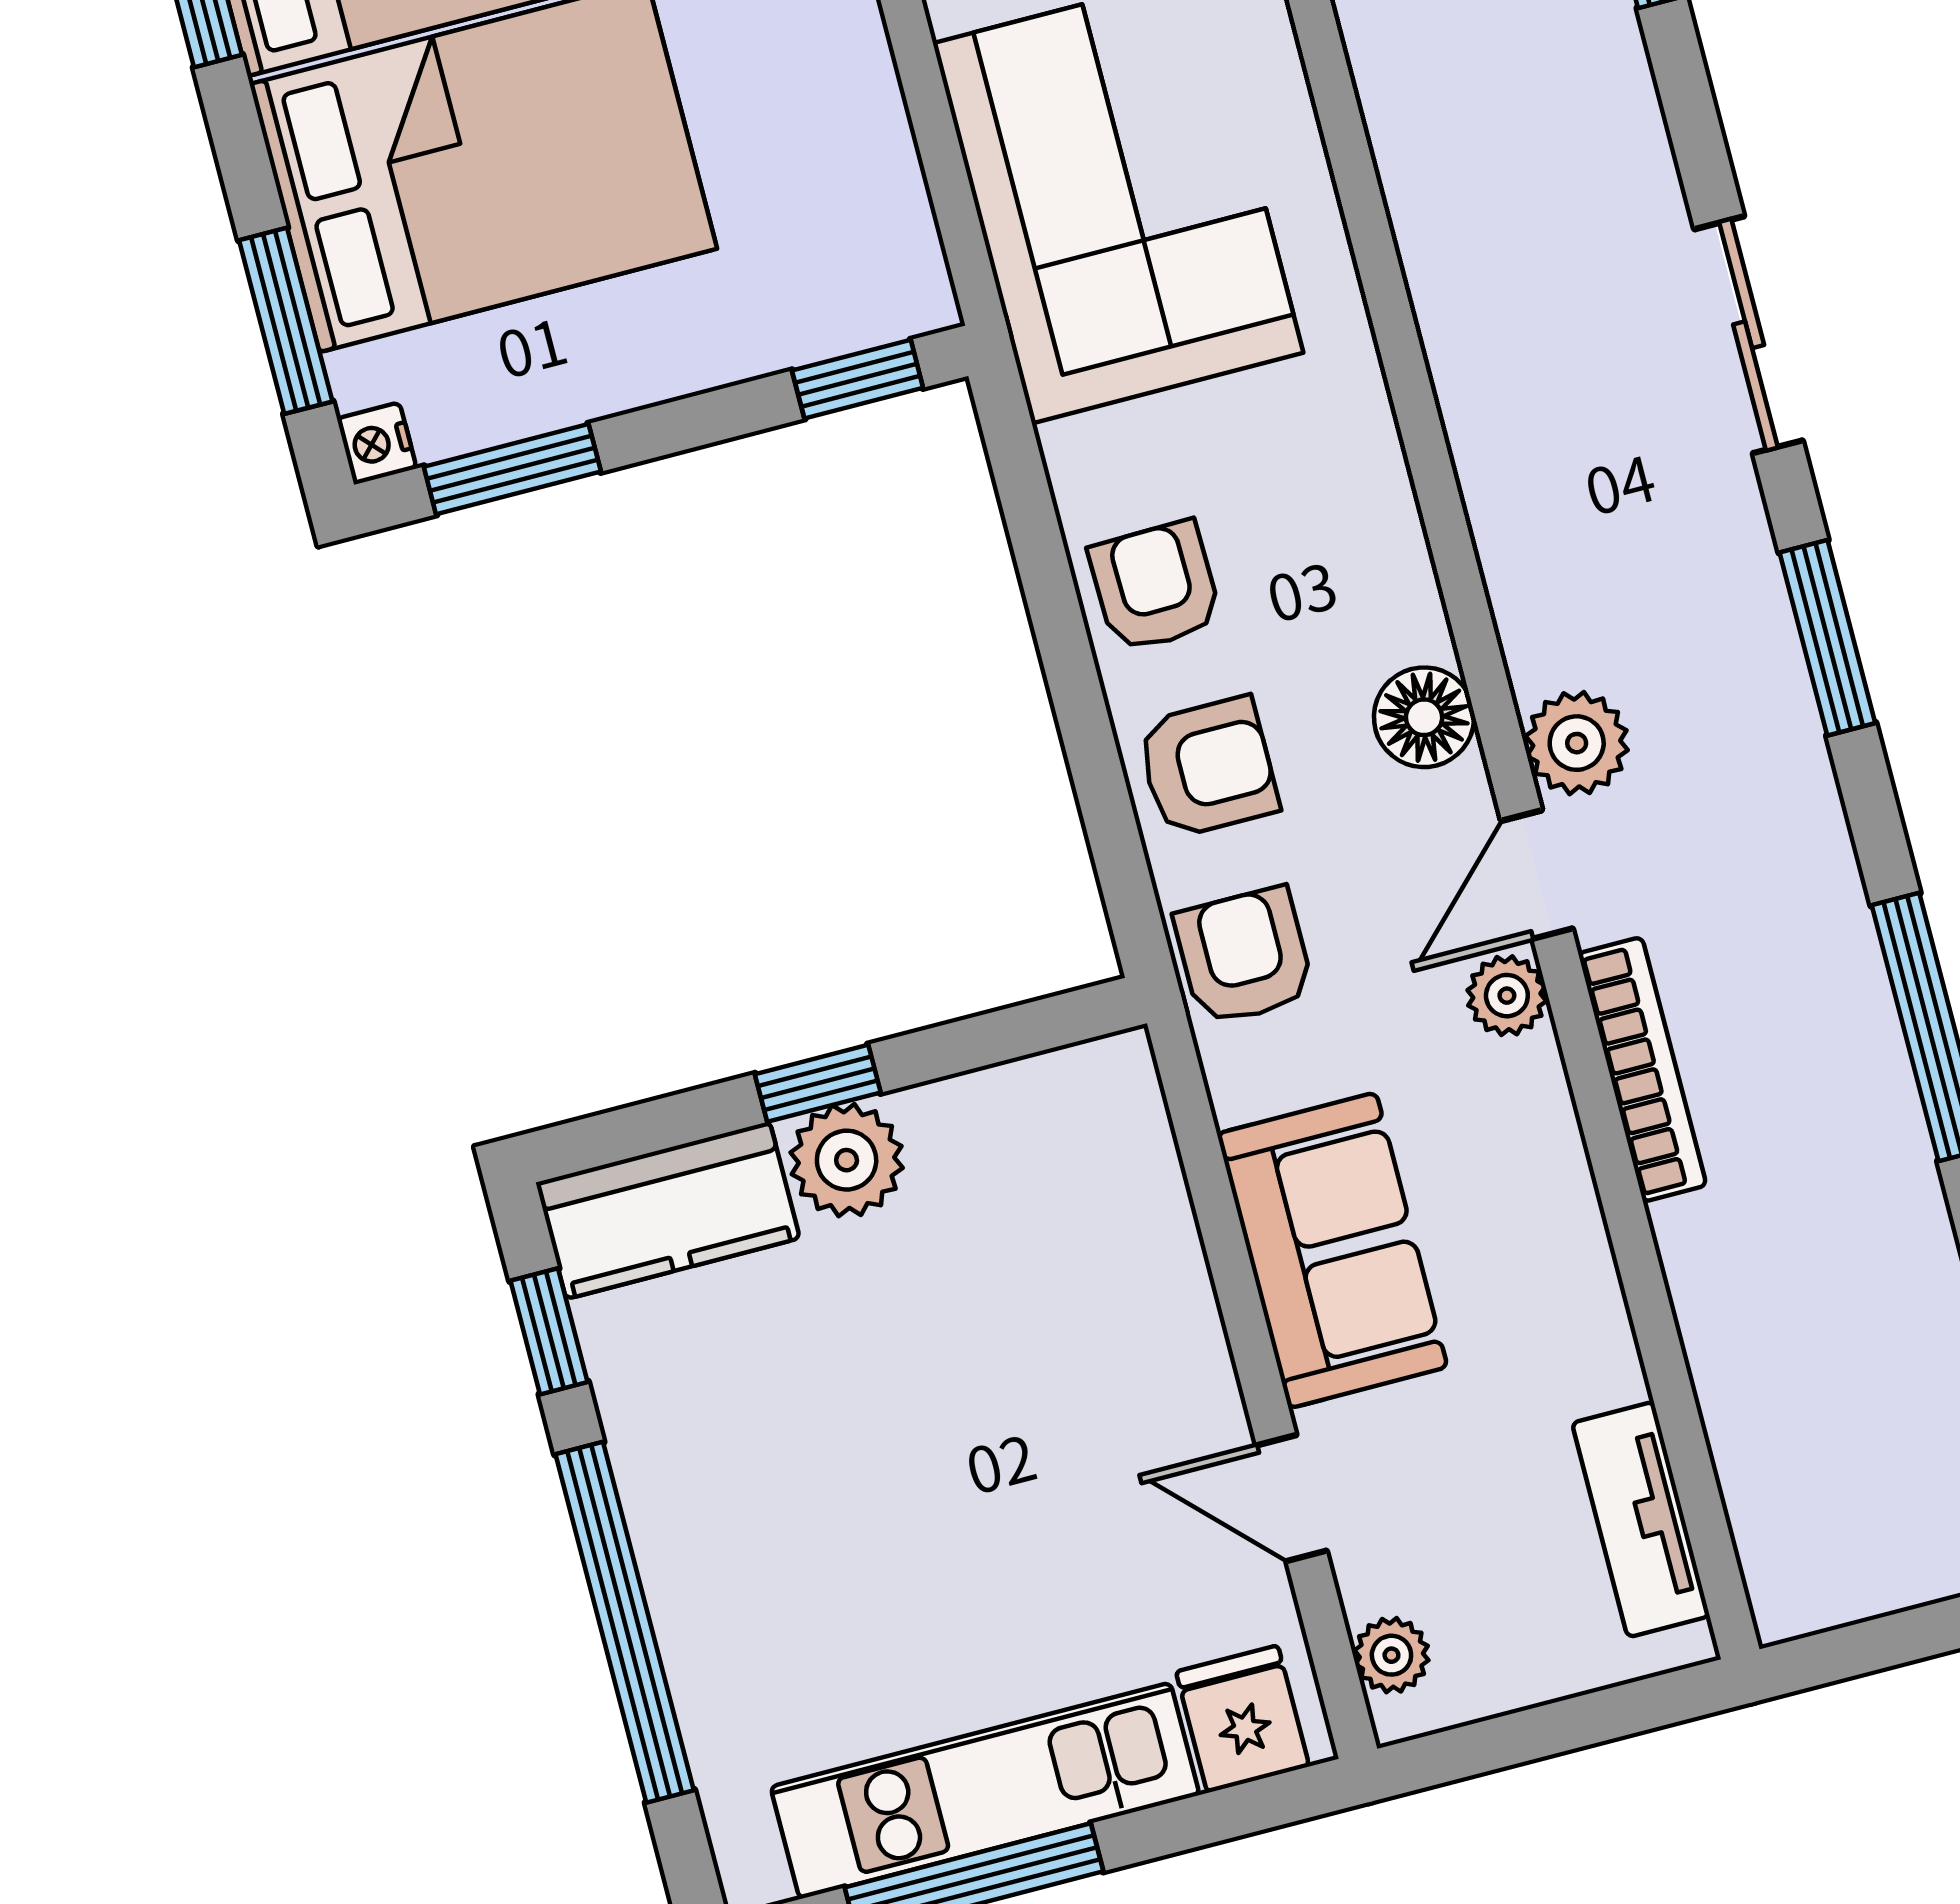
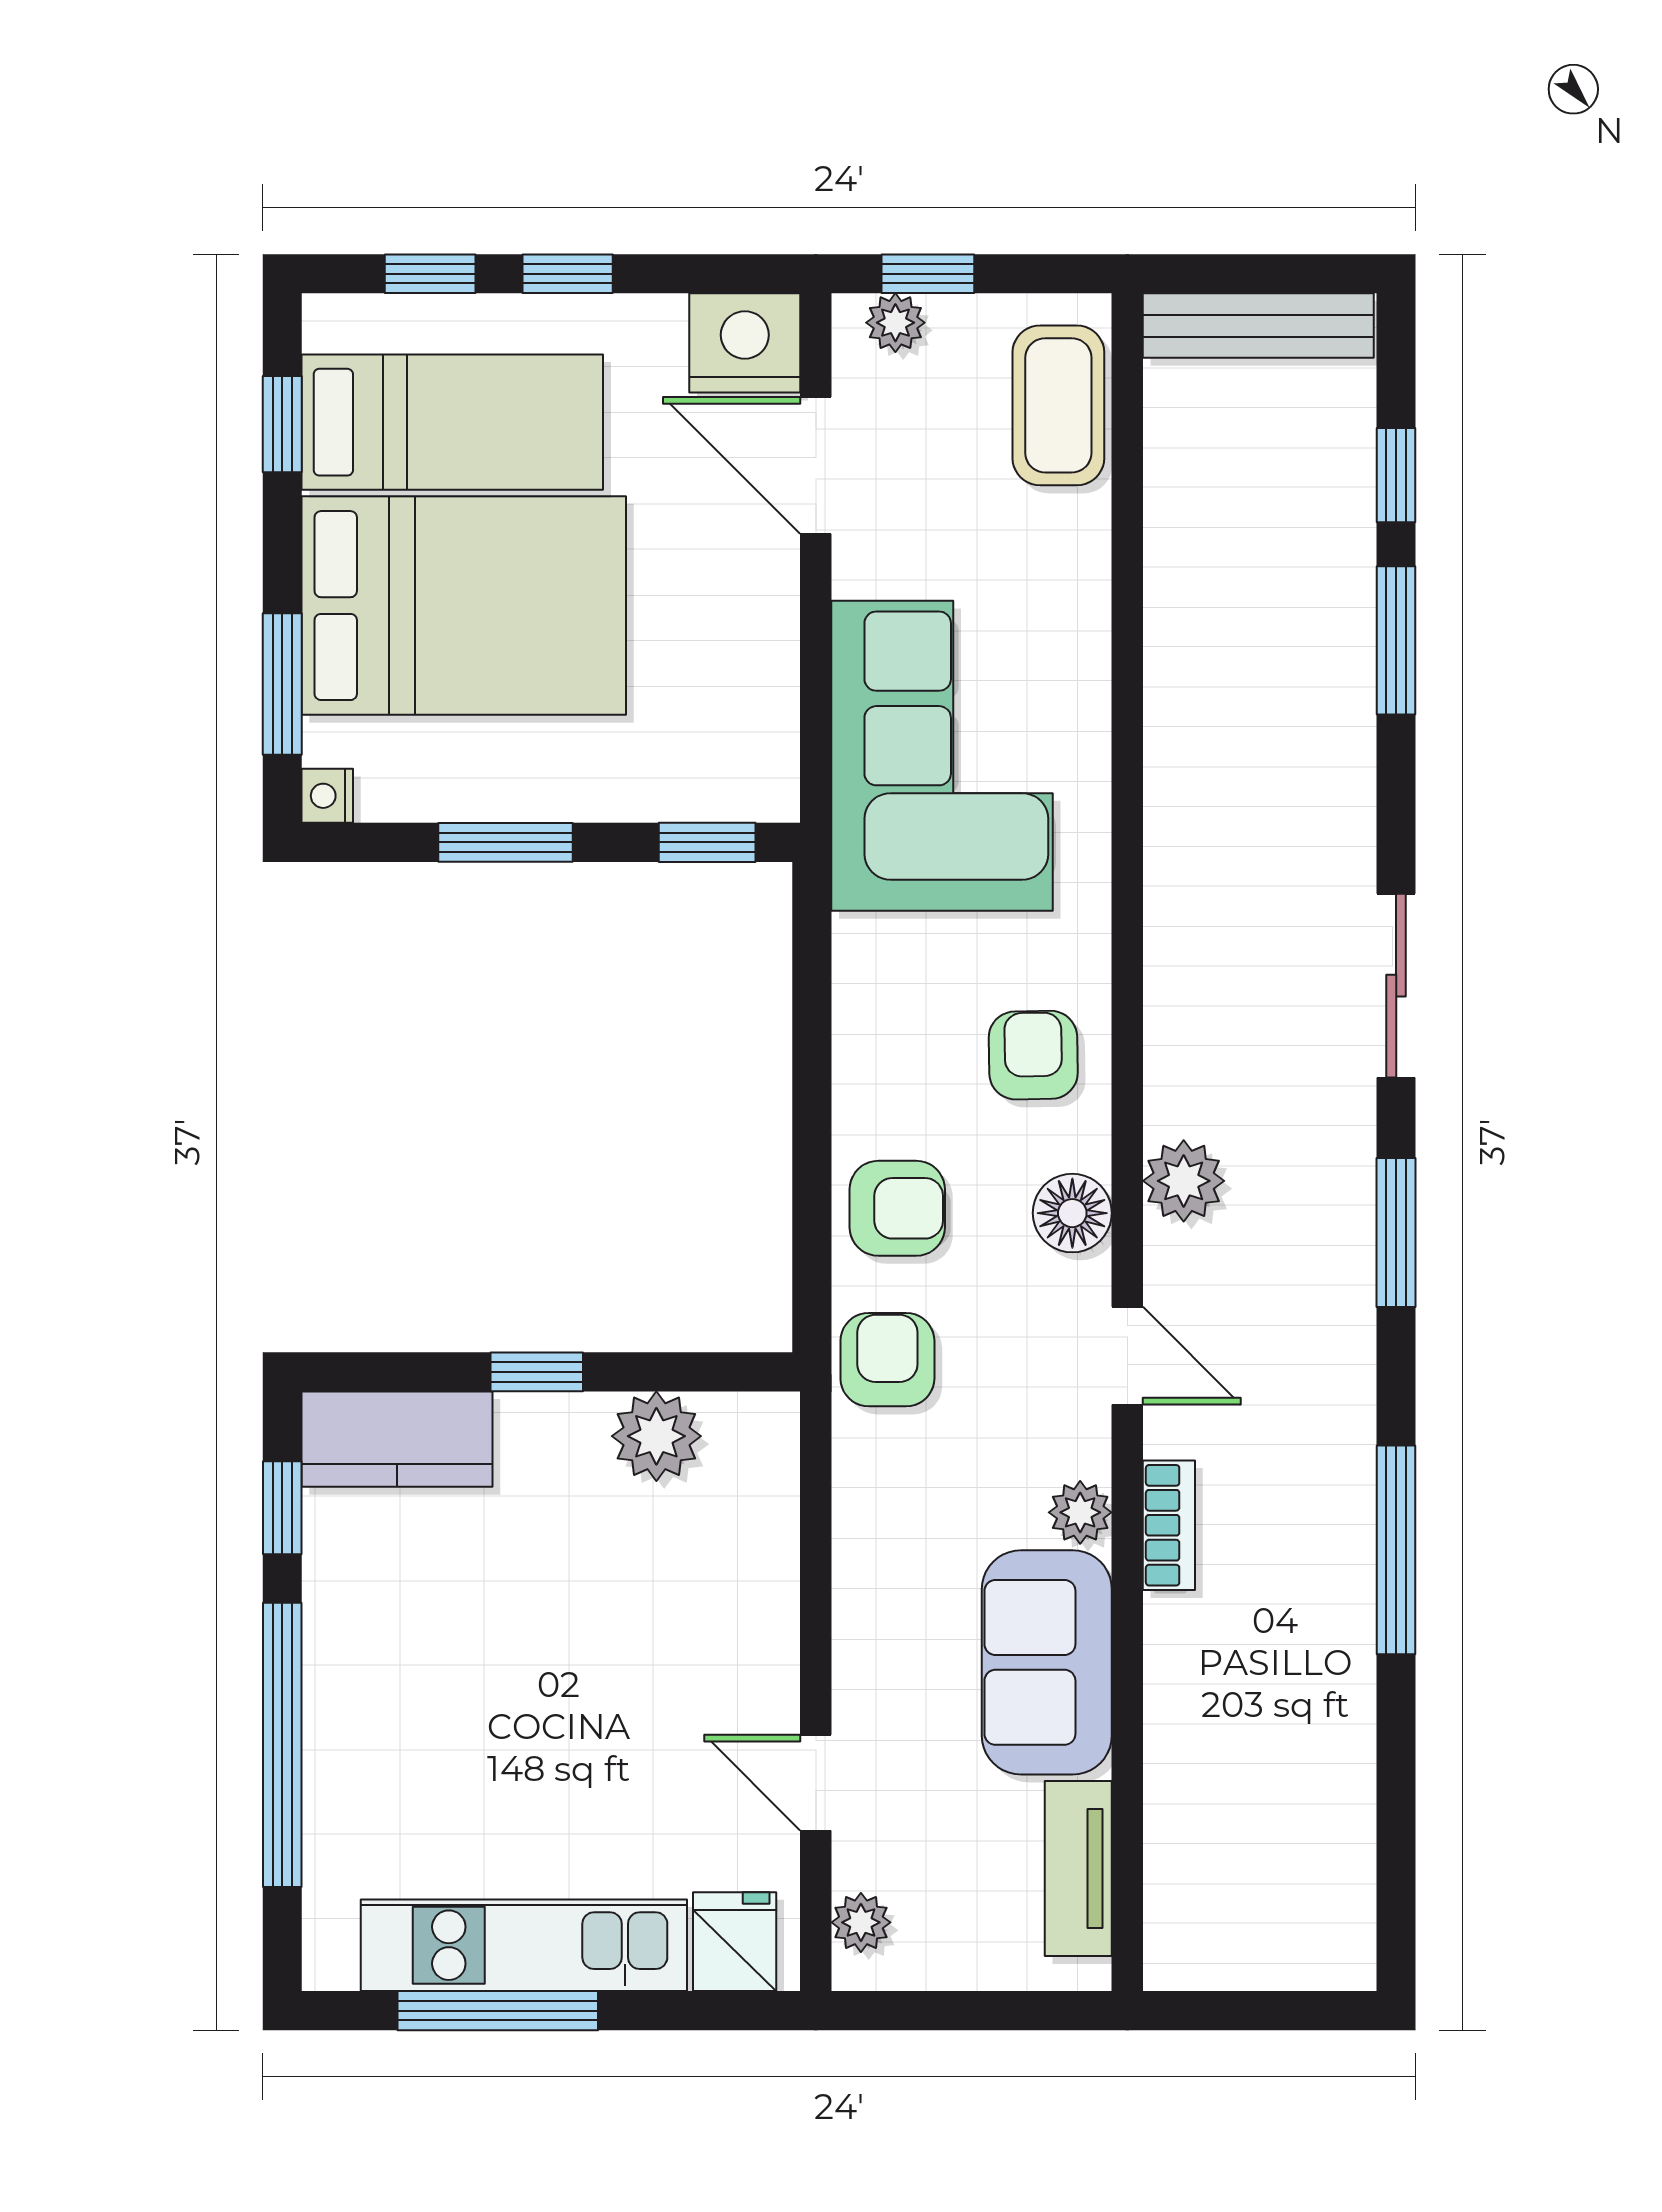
window: (512, 469) -> (506, 842), moved
armchair: (1155, 586) -> (1033, 1055), moved
plant: (1577, 743) -> (1184, 1181), moved
door: (1537, 875) -> (1127, 1356), swing flipped
plant: (1507, 996) -> (1080, 1512), moved
bookcase: (1642, 1069) -> (1169, 1525), width x0.64
plant: (847, 1160) -> (656, 1436), moved
sofa: (1332, 1250) -> (1047, 1662), moved, turned 180

